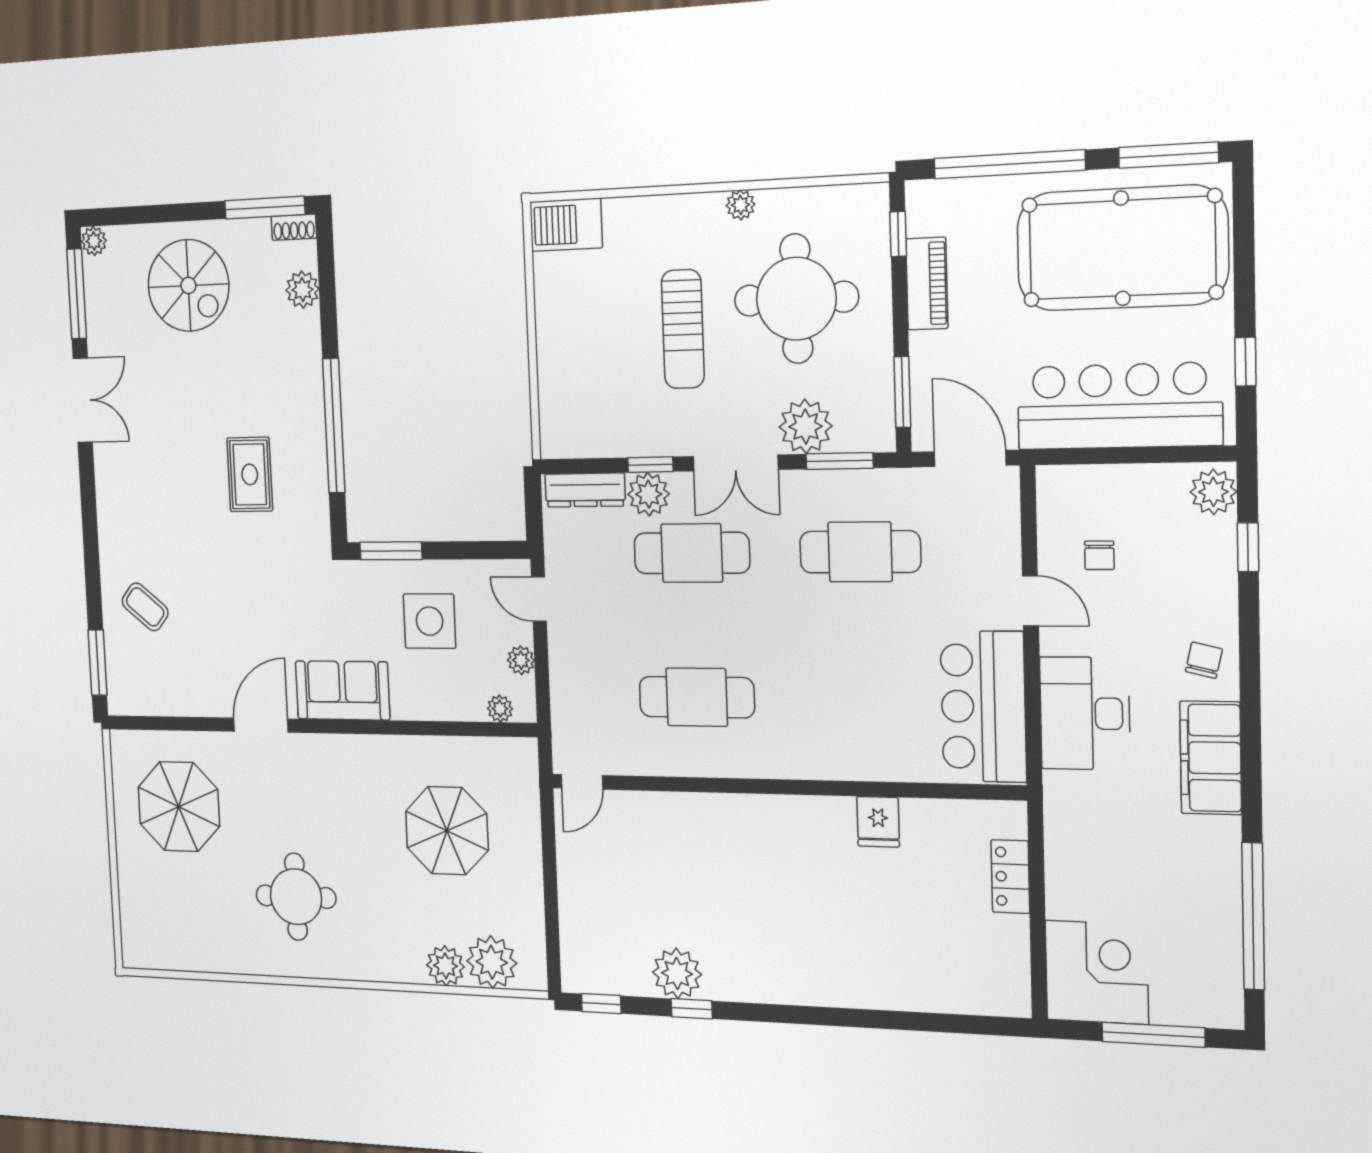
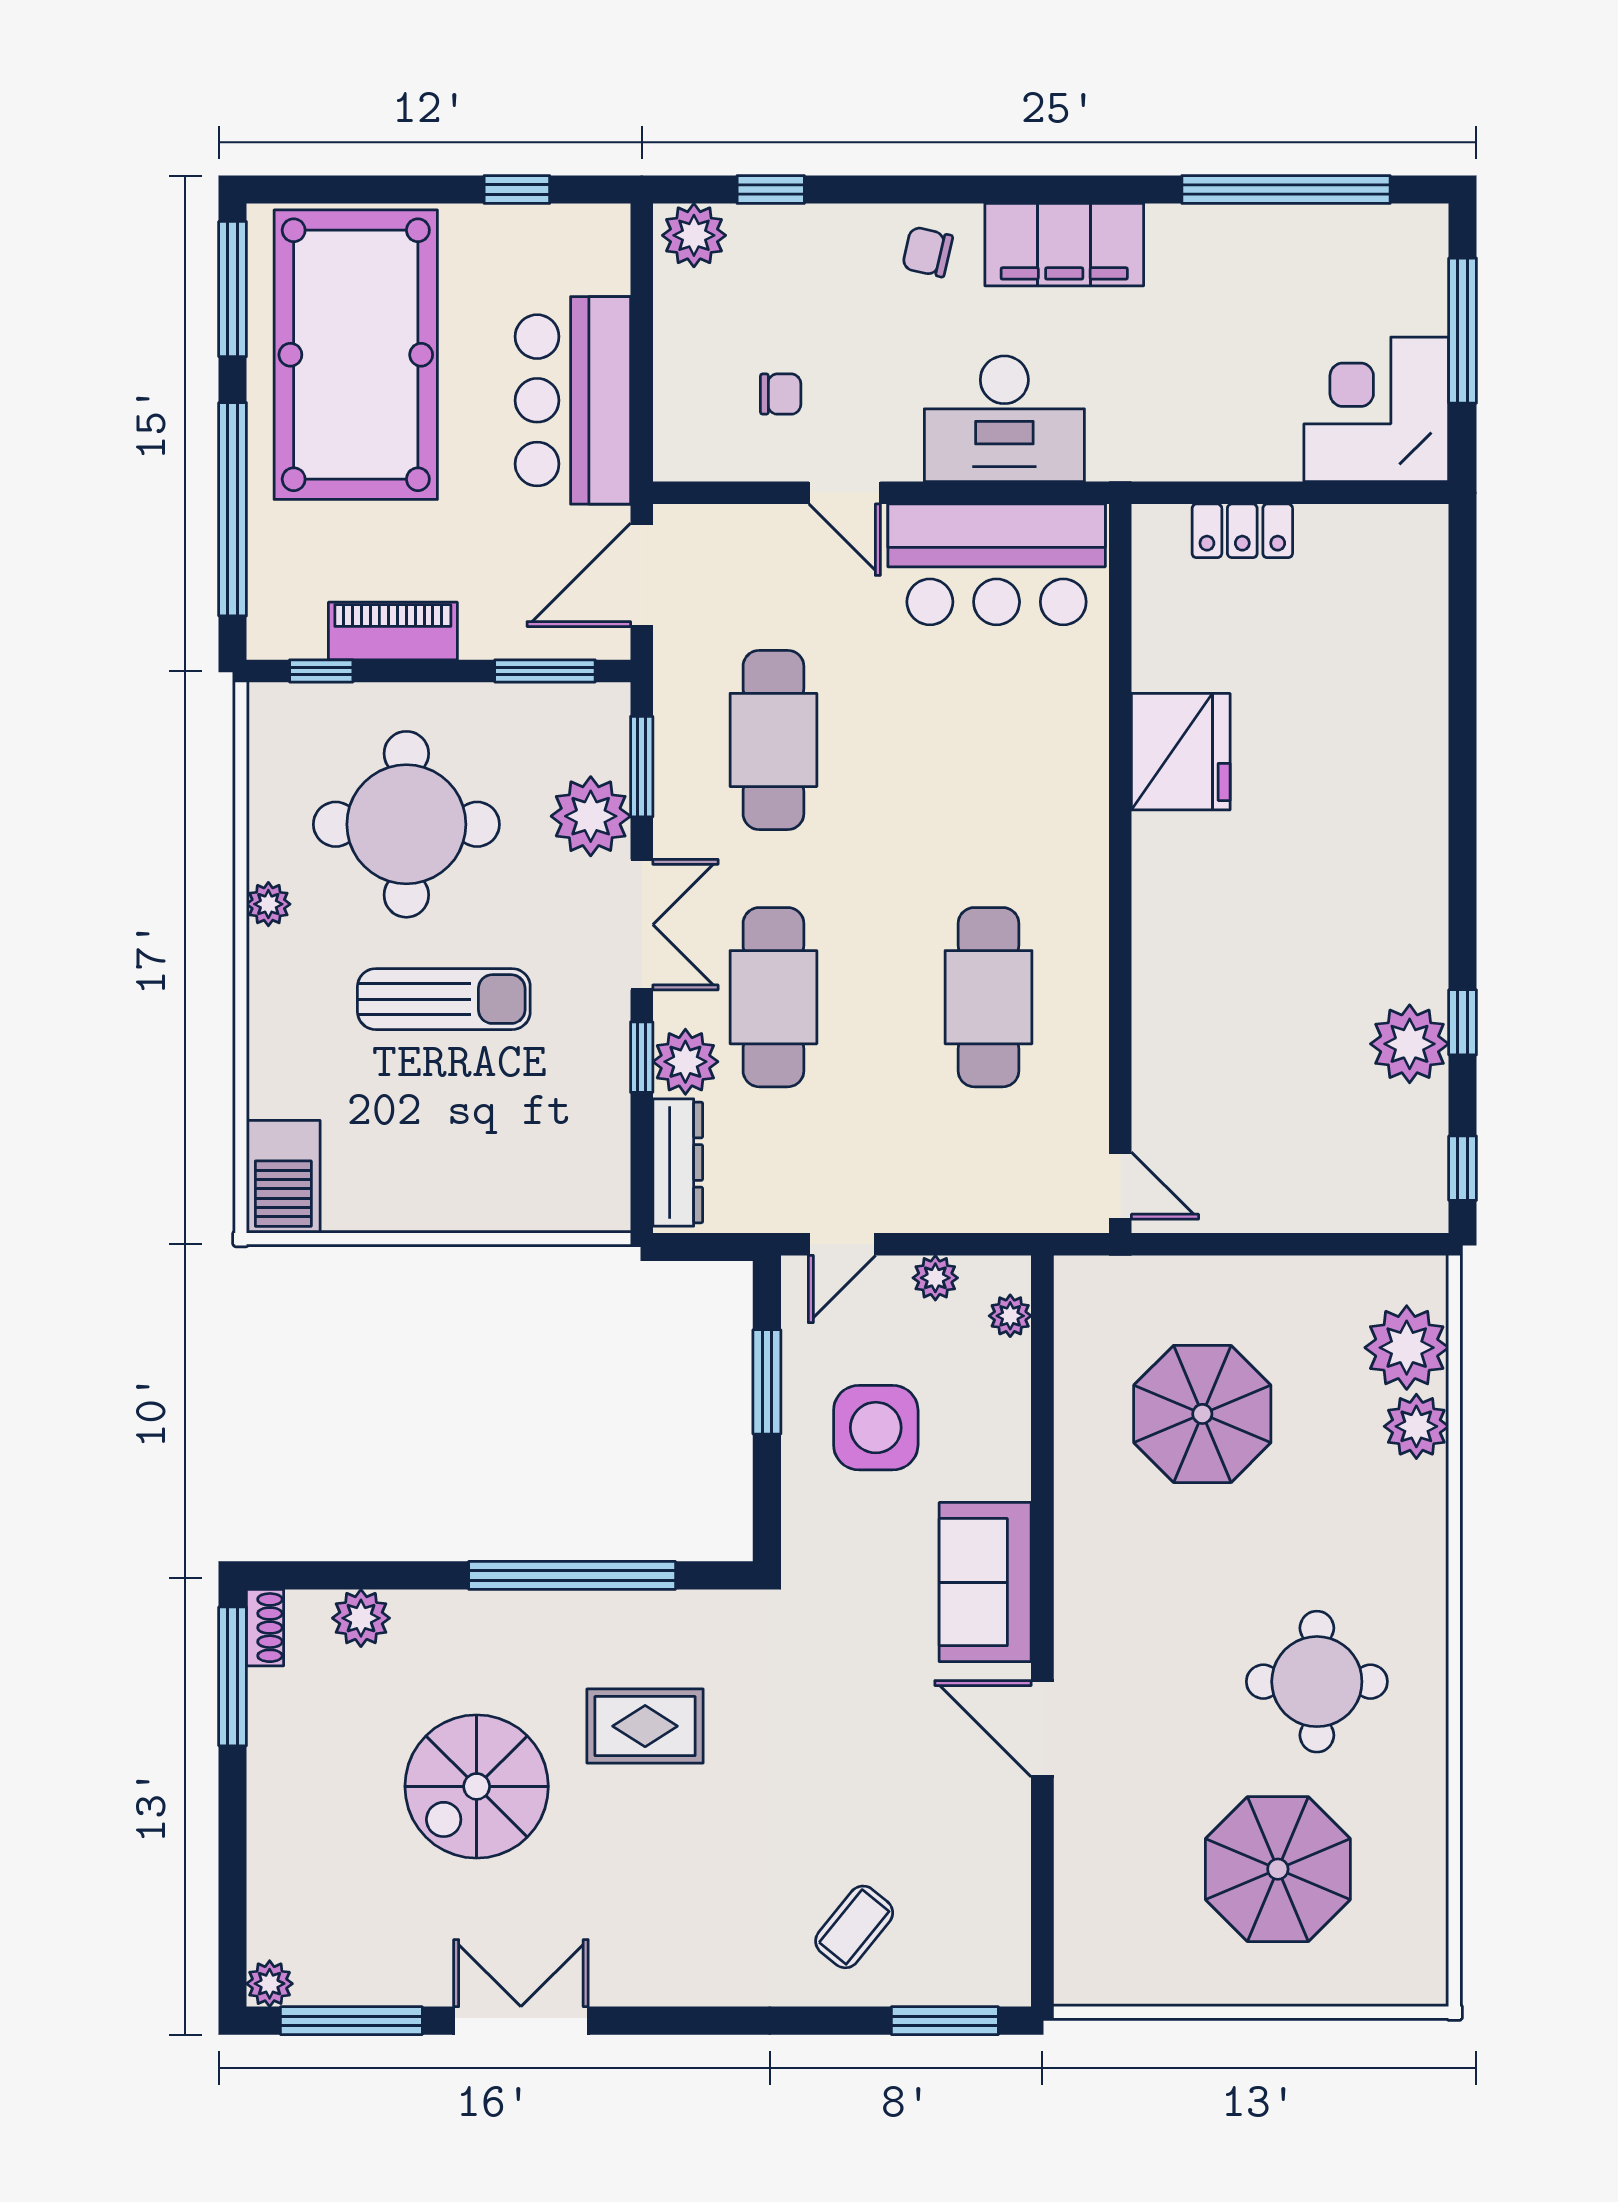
spiral stairs: (188, 285) -> (477, 1786), moved, turned 180
bar counter: (1119, 406) -> (573, 400), width x0.73
window: (391, 551) -> (767, 1382), moved
door: (1030, 601) -> (845, 493), swing flipped
parasol: (179, 807) -> (1278, 1869), moved
fridge: (878, 822) -> (1181, 752), width x1.88, depth x1.34

